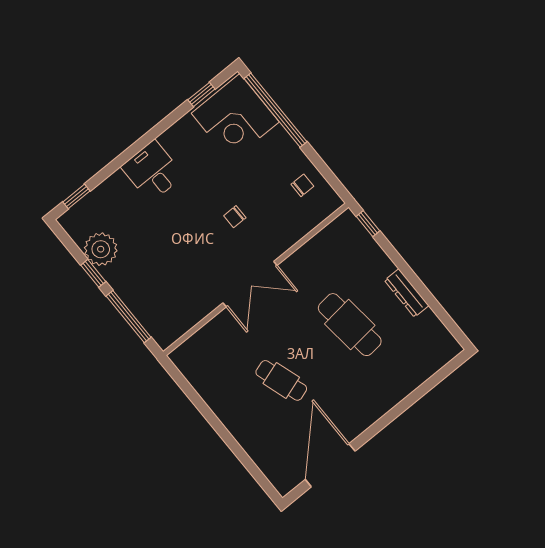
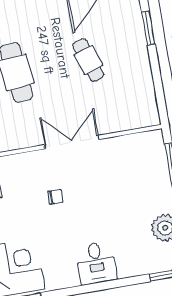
window: (237, 450) -> (148, 28), added

